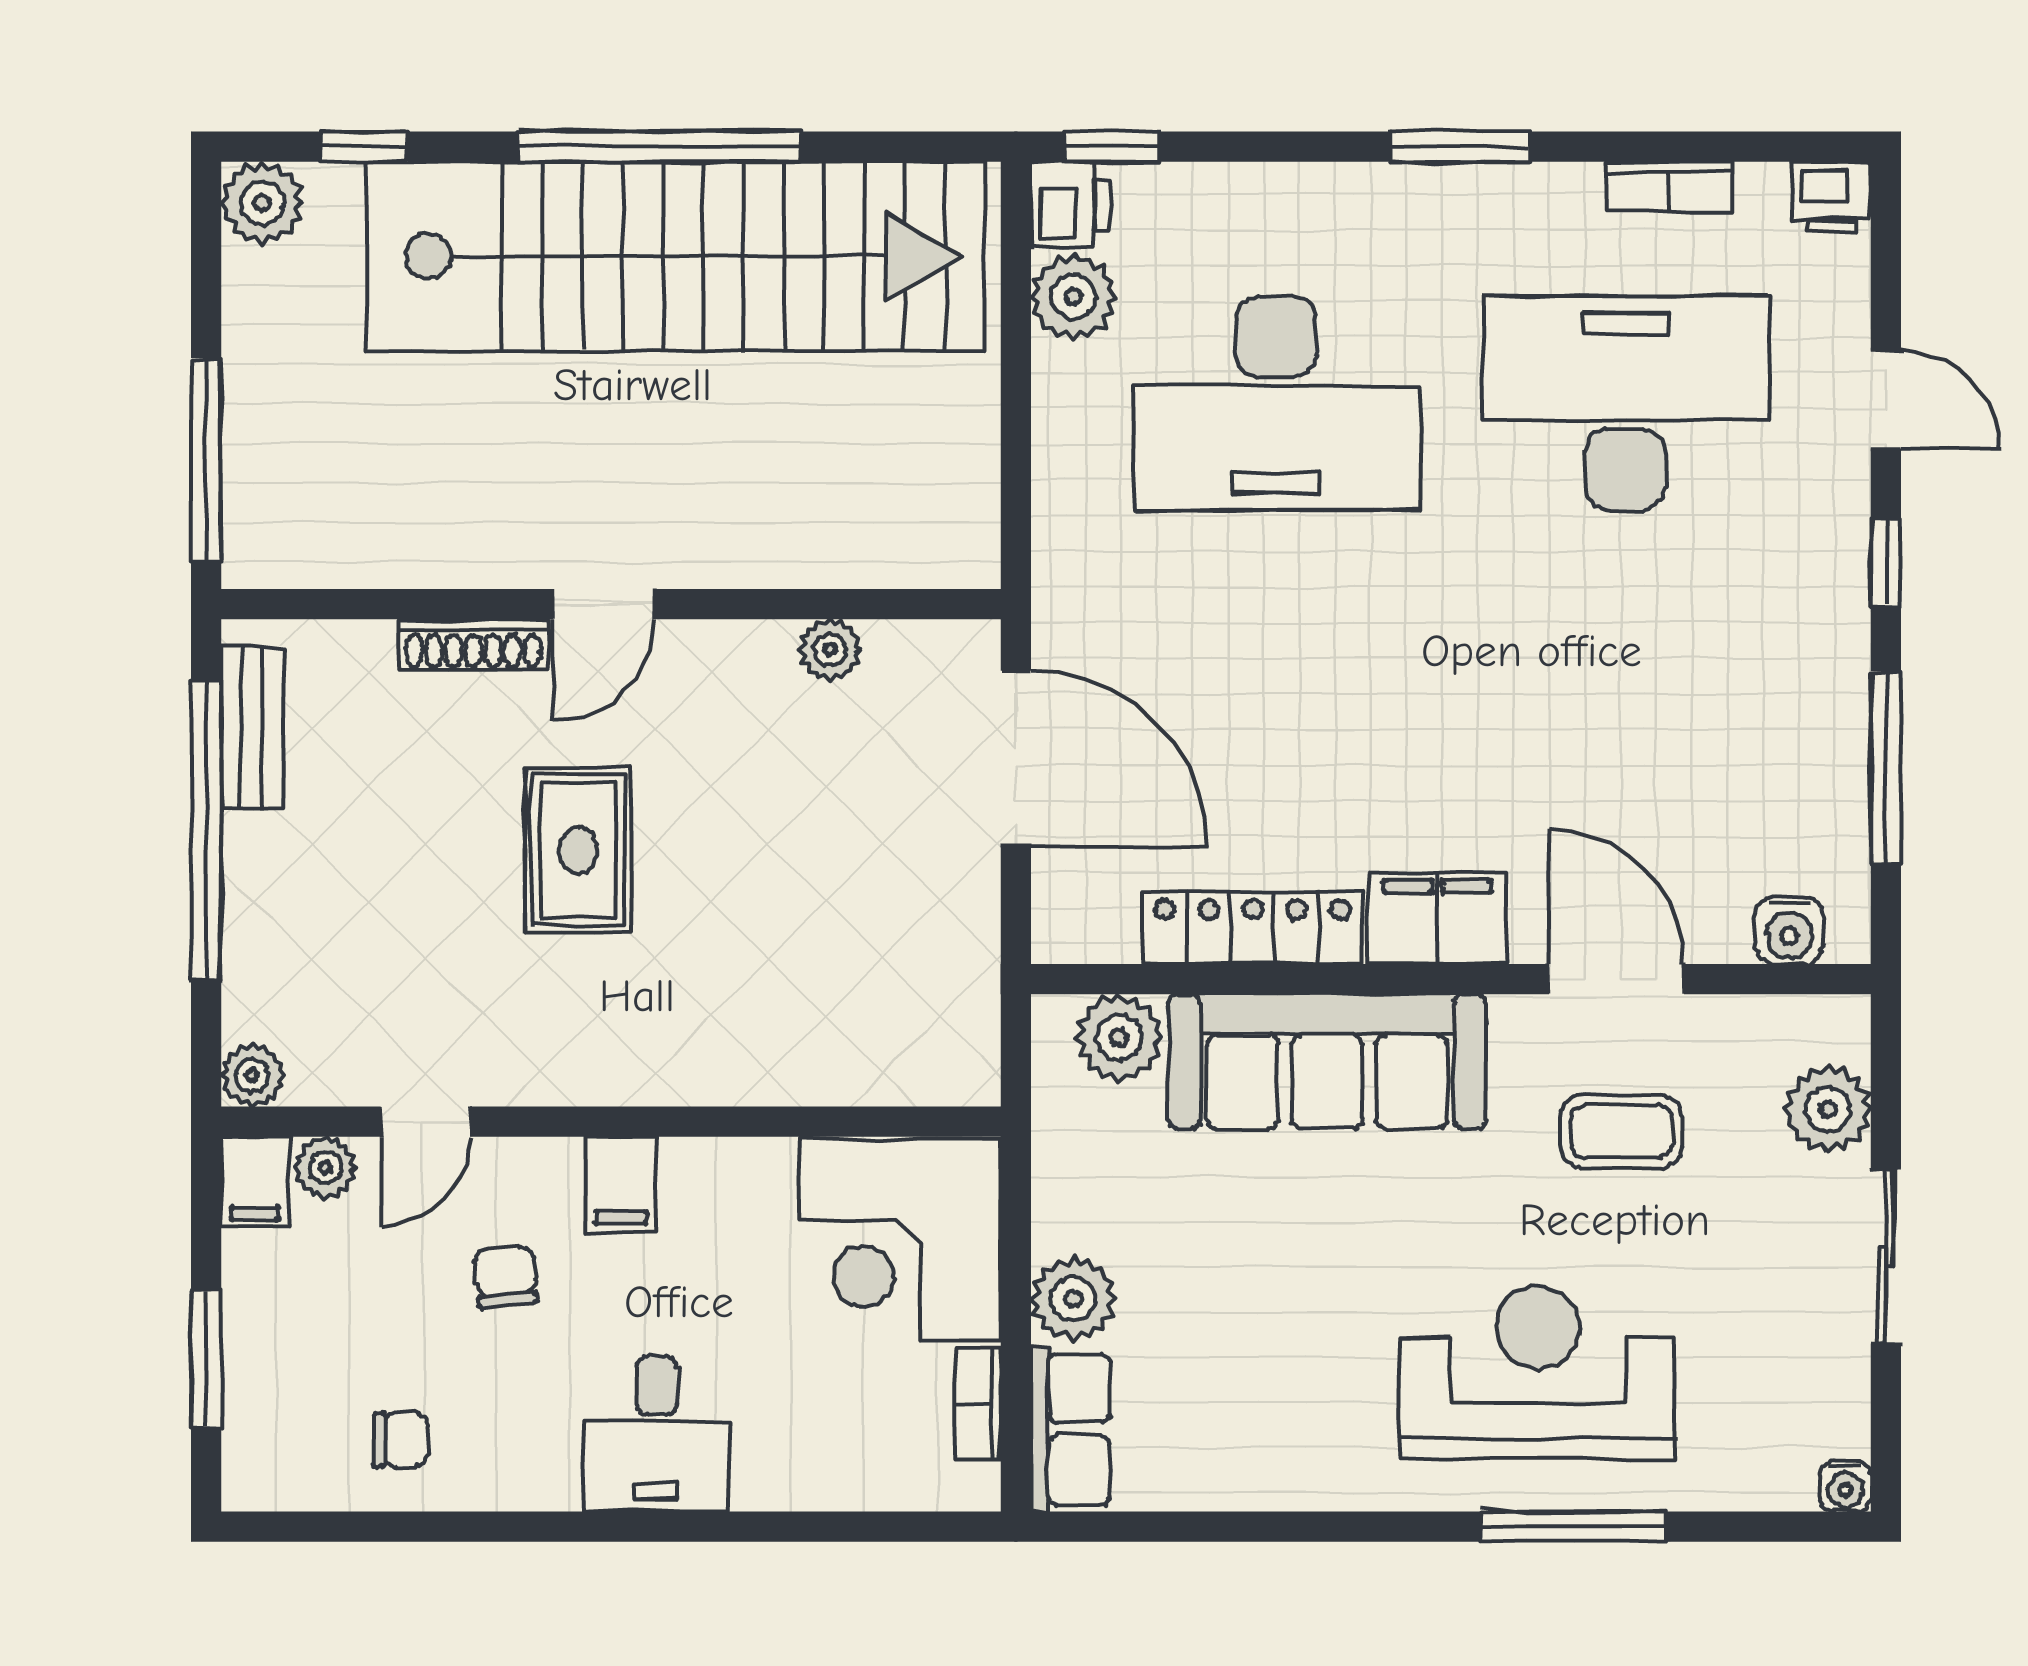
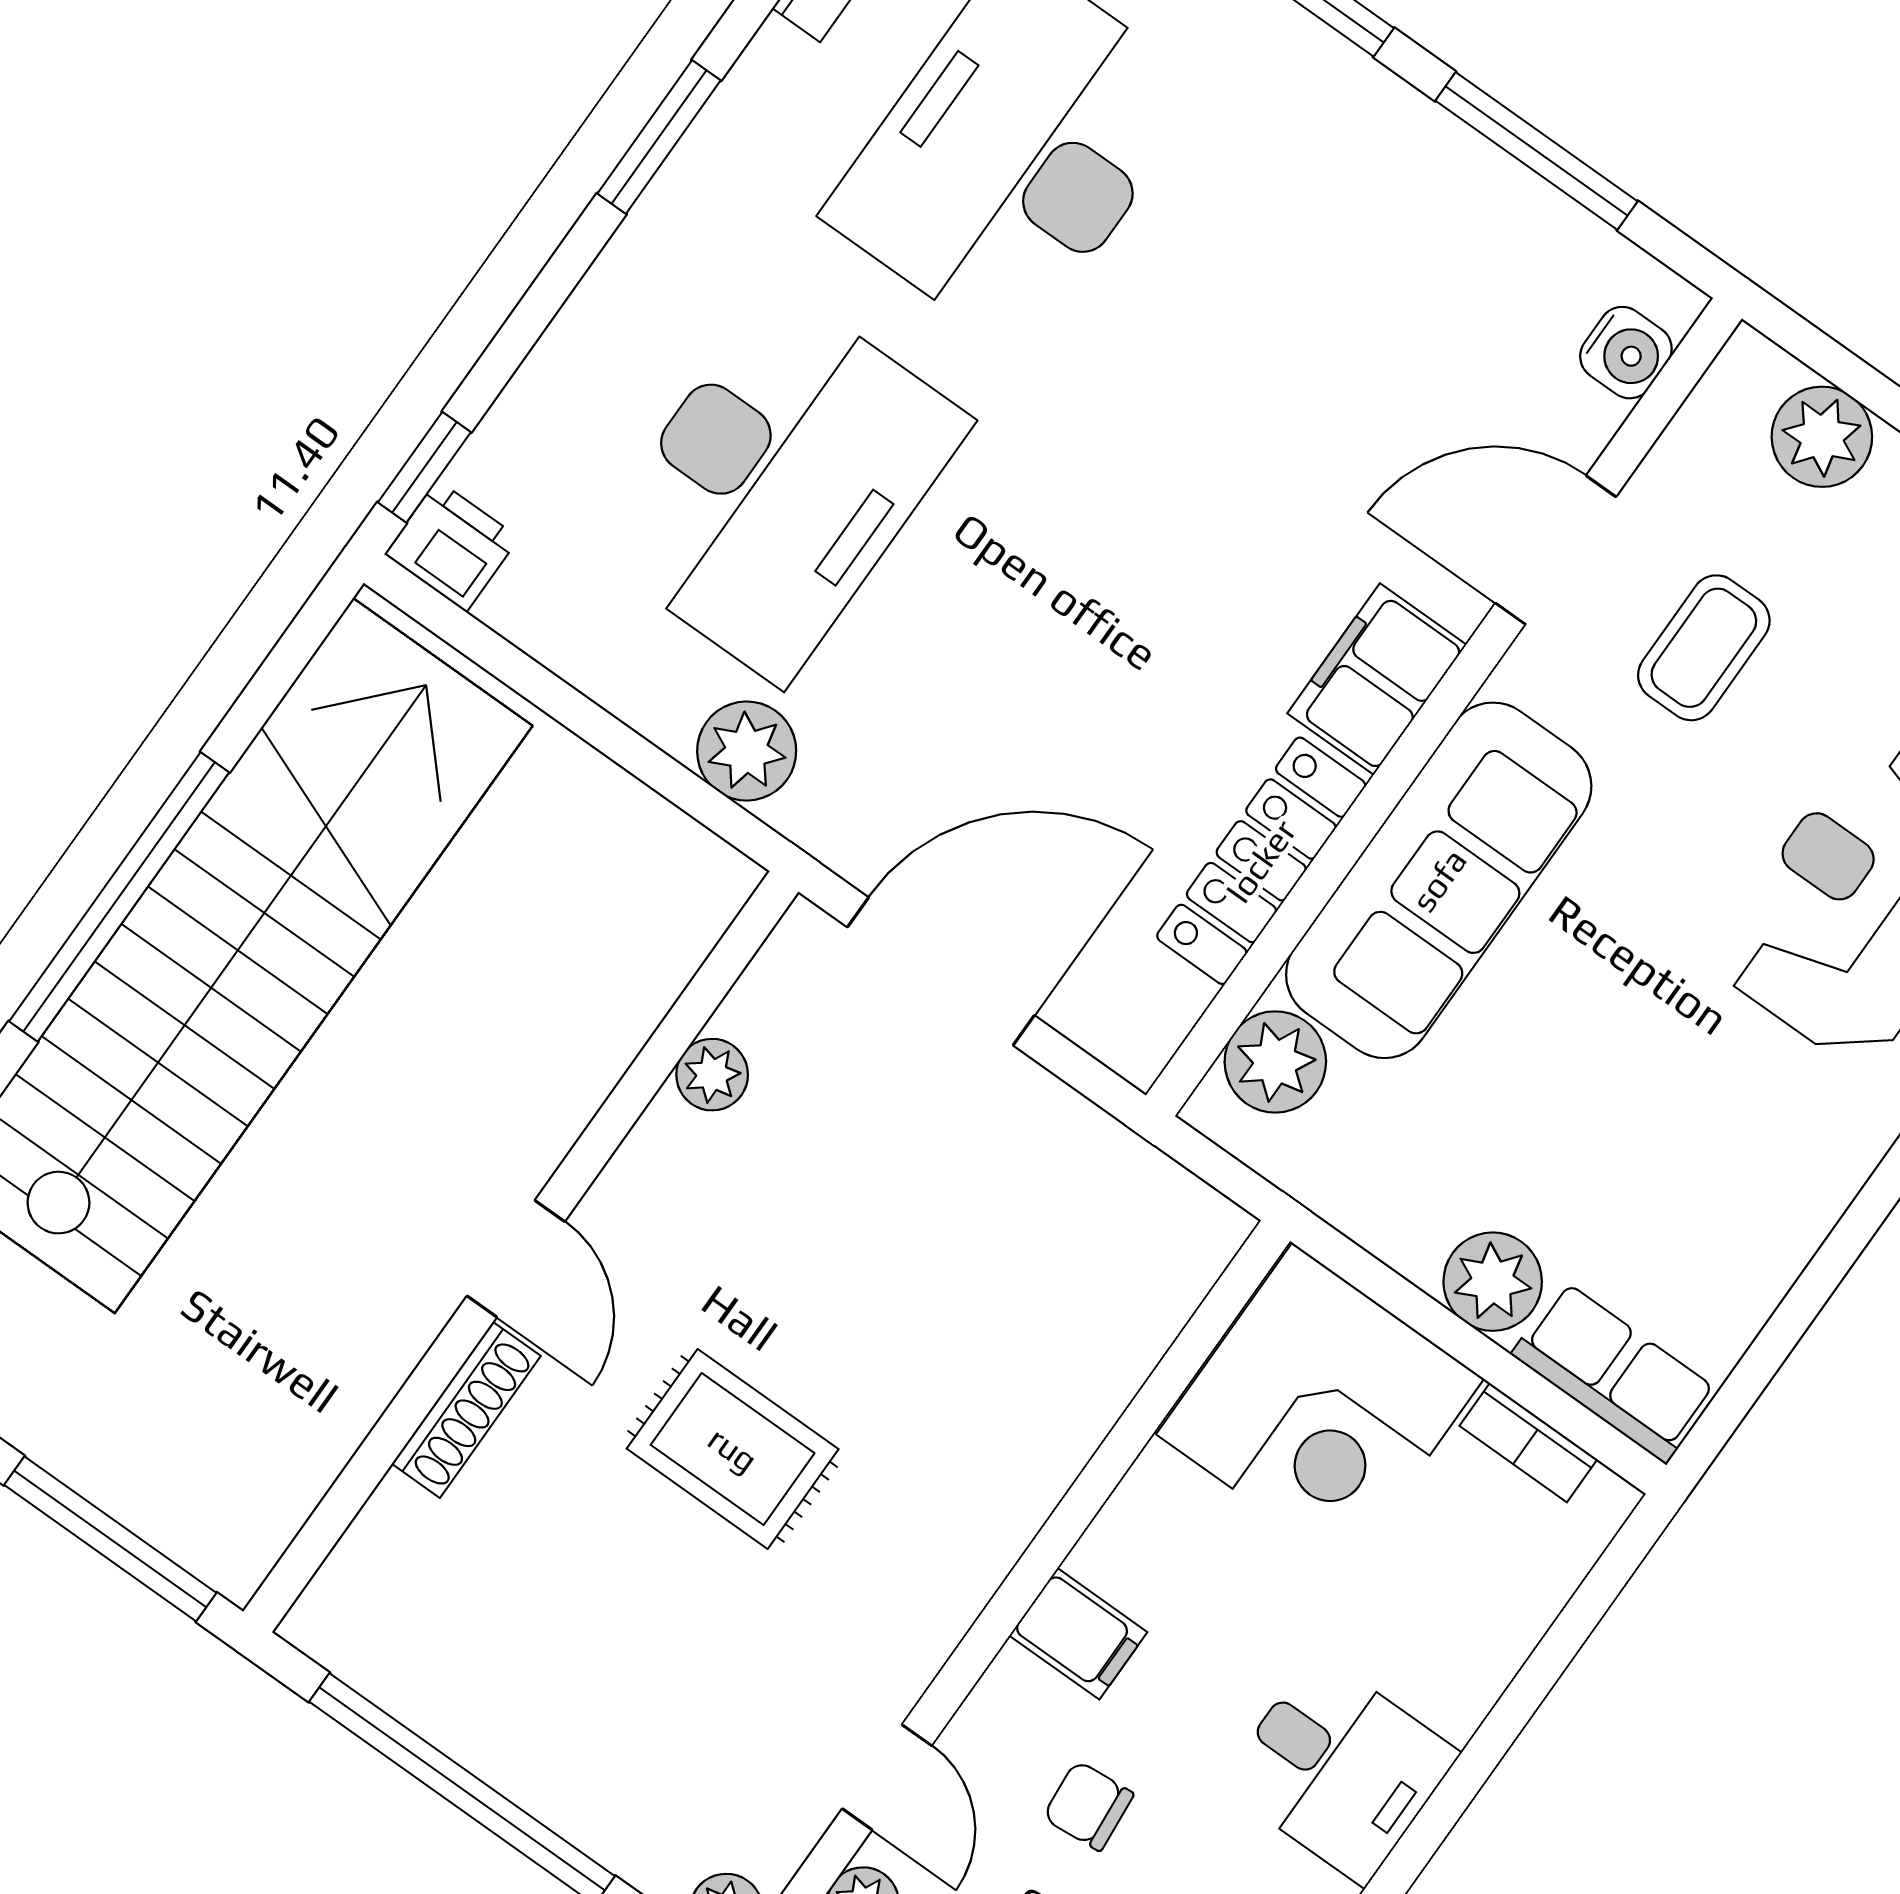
plant: (1074, 297) -> (747, 751), moved
bench: (252, 727) -> (396, 1676), removed

